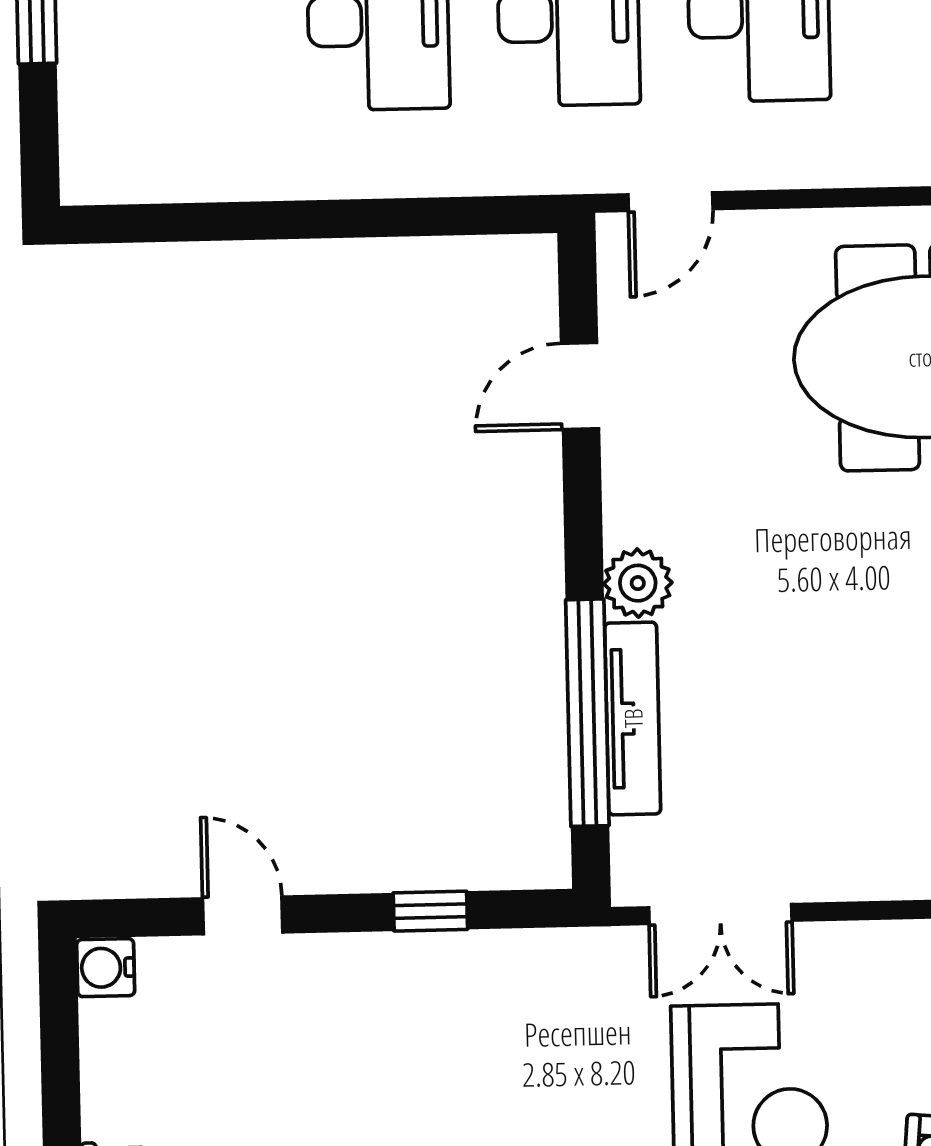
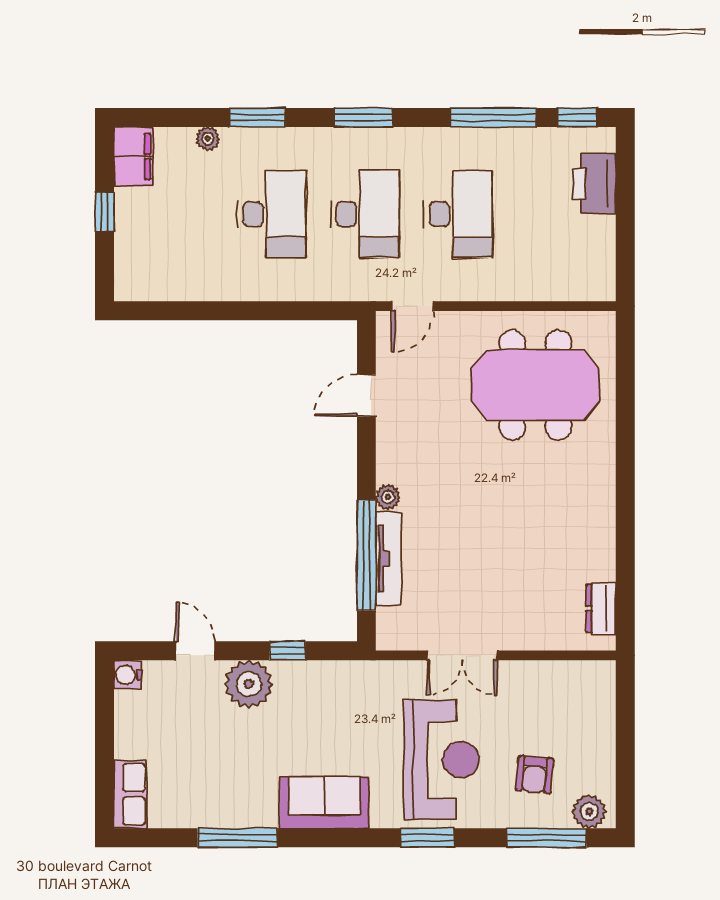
plant: (638, 583) -> (388, 497), width x0.73, depth x0.73
double door: (720, 914) -> (462, 655), moved
plant: (353, 981) -> (249, 684), added

